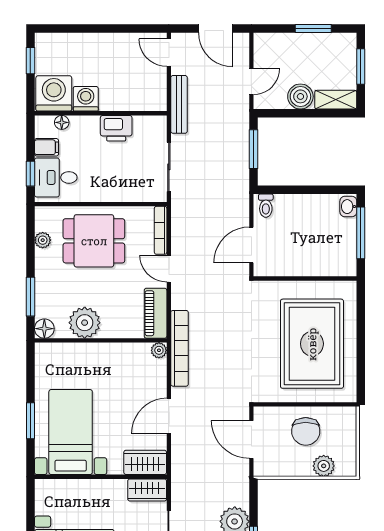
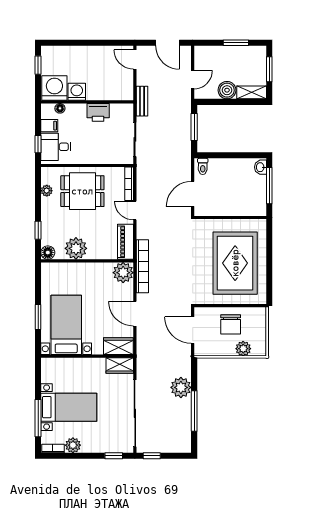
bench: (179, 104) -> (142, 101), width x0.73
window: (30, 297) -> (38, 230), width x0.67
plant: (159, 350) -> (123, 273), width x1.88, depth x1.88
door: (169, 416) -> (135, 314), hinge flipped

